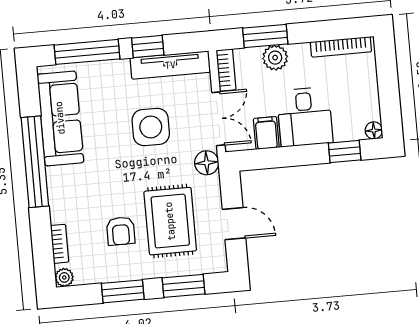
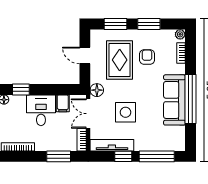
plant: (275, 58) -> (54, 144), removed
sofa: (60, 118) -> (174, 100), moved

